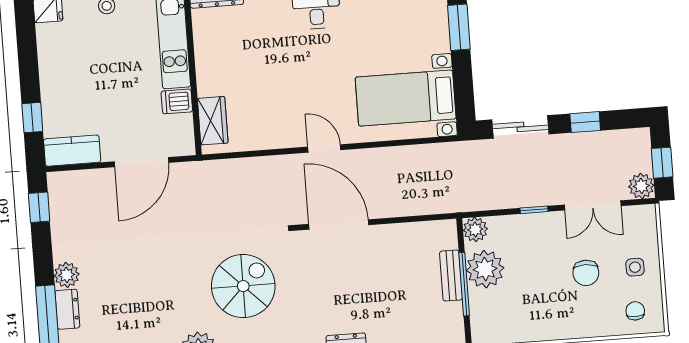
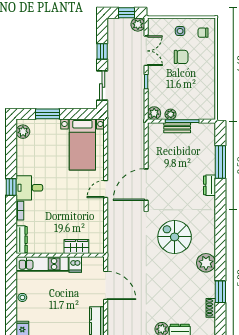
wardrobe: (213, 121) -> (76, 246), moved
plant: (485, 269) -> (171, 114), width x0.53, depth x0.53

